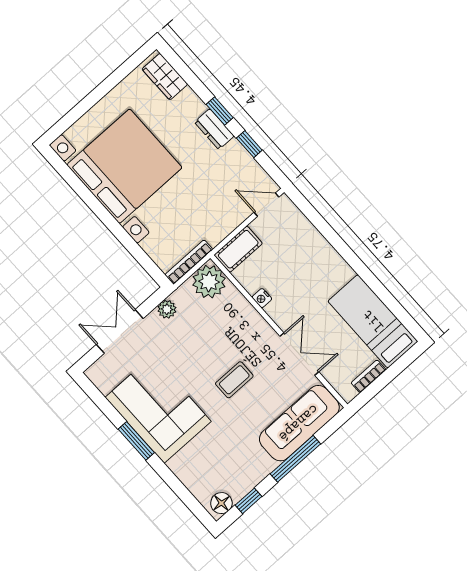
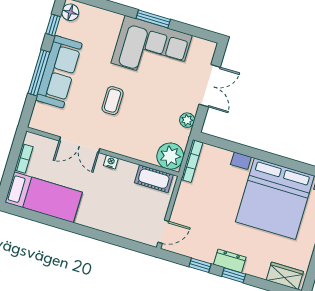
cot: (238, 249) -> (154, 179), moved, turned 90
nightstand: (262, 298) -> (111, 162), moved
sofa: (299, 423) -> (59, 72), moved

